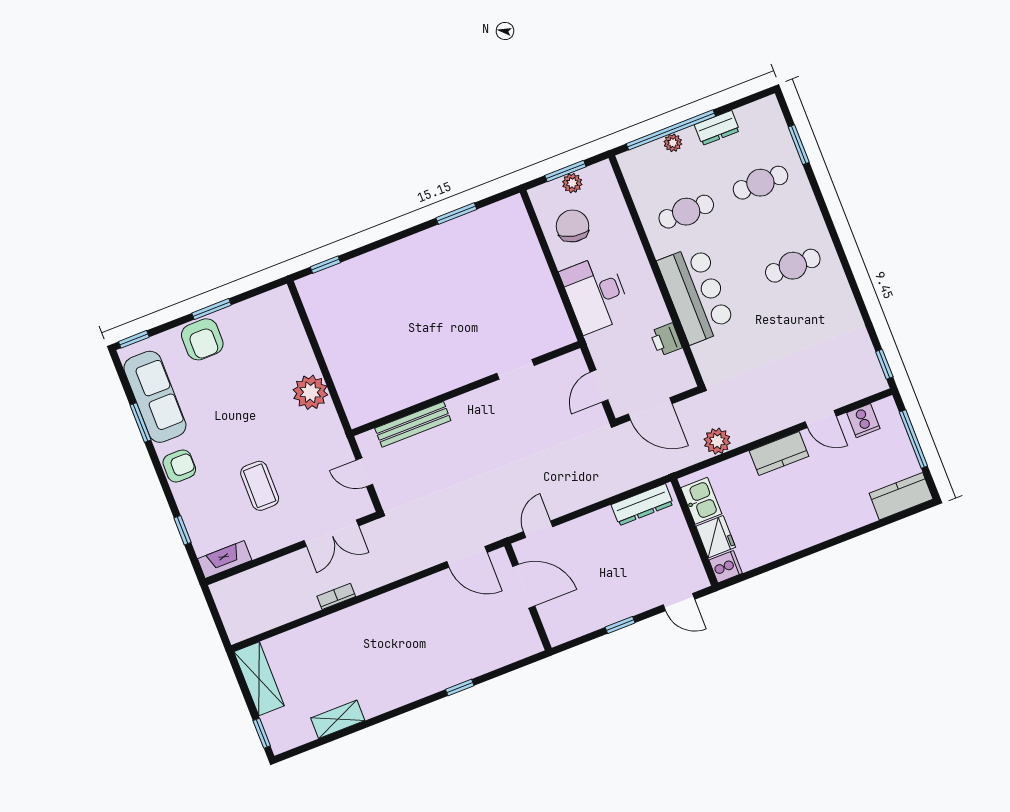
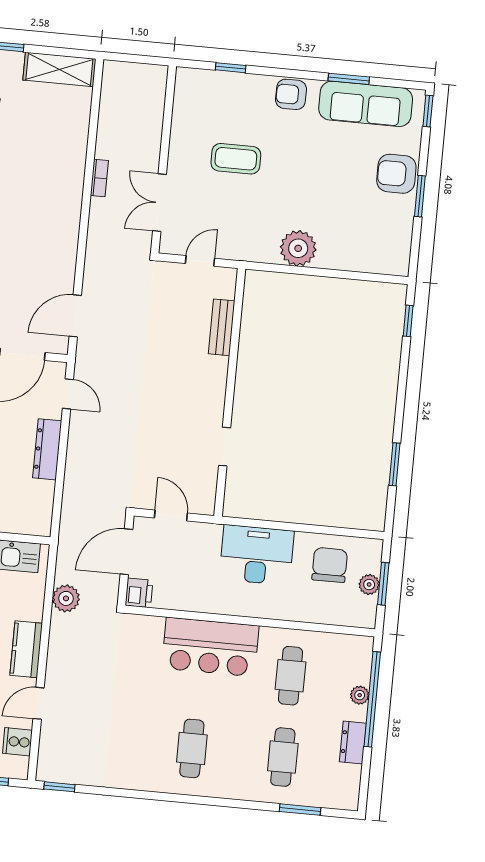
chair: (572, 226) -> (330, 565), turned -102
printer: (666, 340) -> (139, 593), moved, turned 90
bench: (413, 424) -> (222, 327), width x0.73
armchair: (179, 466) -> (291, 94), turned 90
dresser: (642, 505) -> (47, 449), moved
fireplace: (225, 559) -> (185, 93), removed

